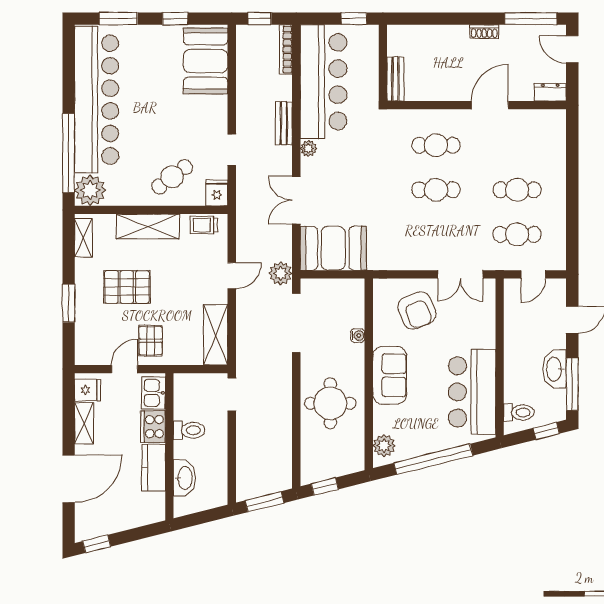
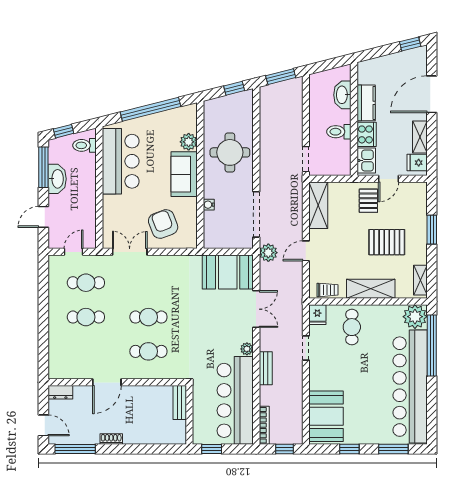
cafe table: (172, 177) -> (352, 327), turned -53
plant: (384, 446) -> (189, 142), moved

